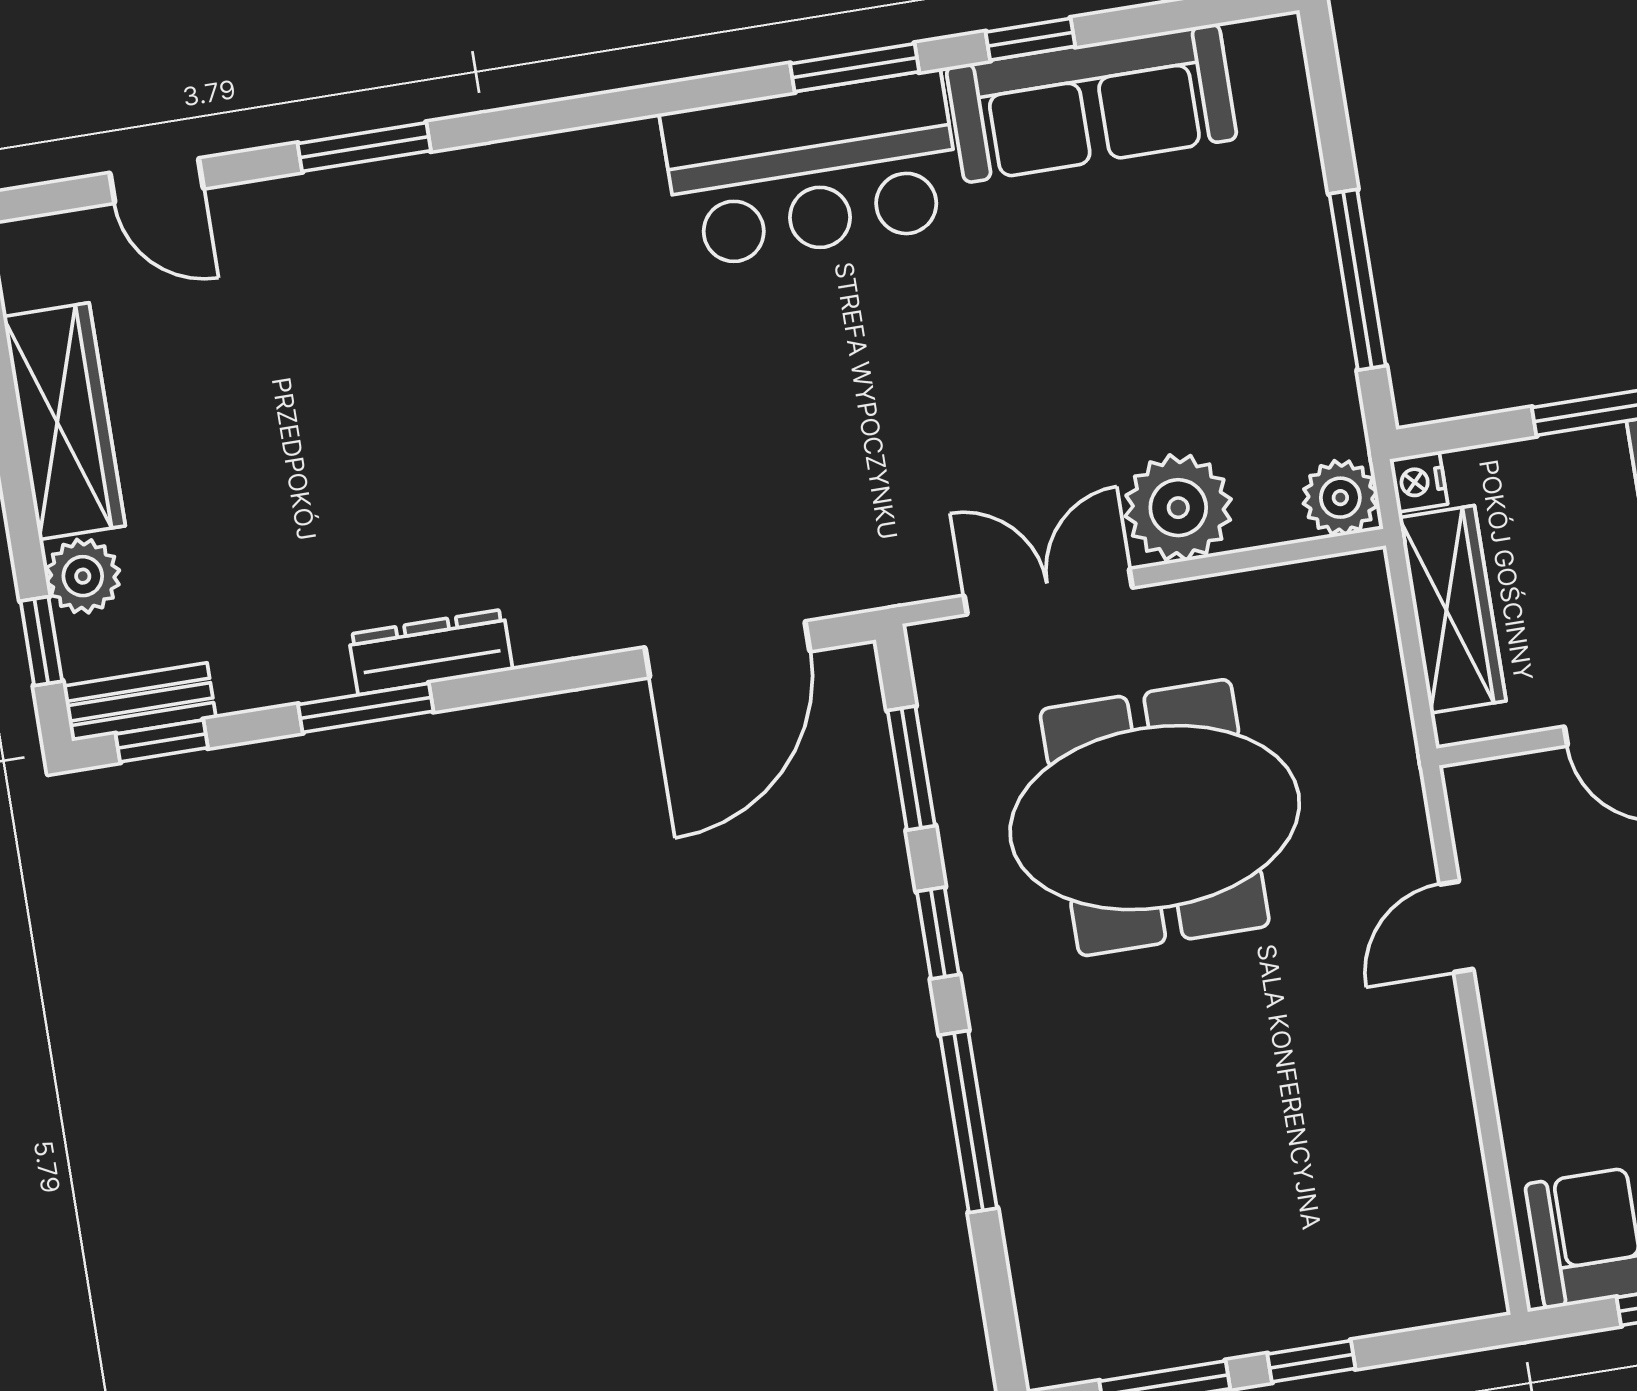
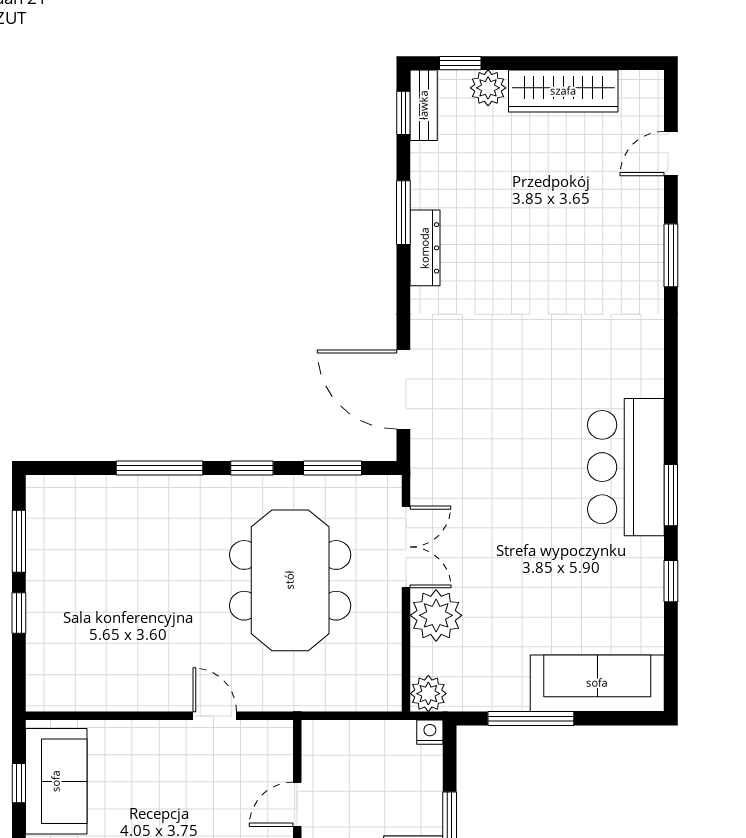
sofa: (1092, 103) -> (597, 683), moved, turned 90
wardrobe: (1452, 609) -> (366, 738), removed

